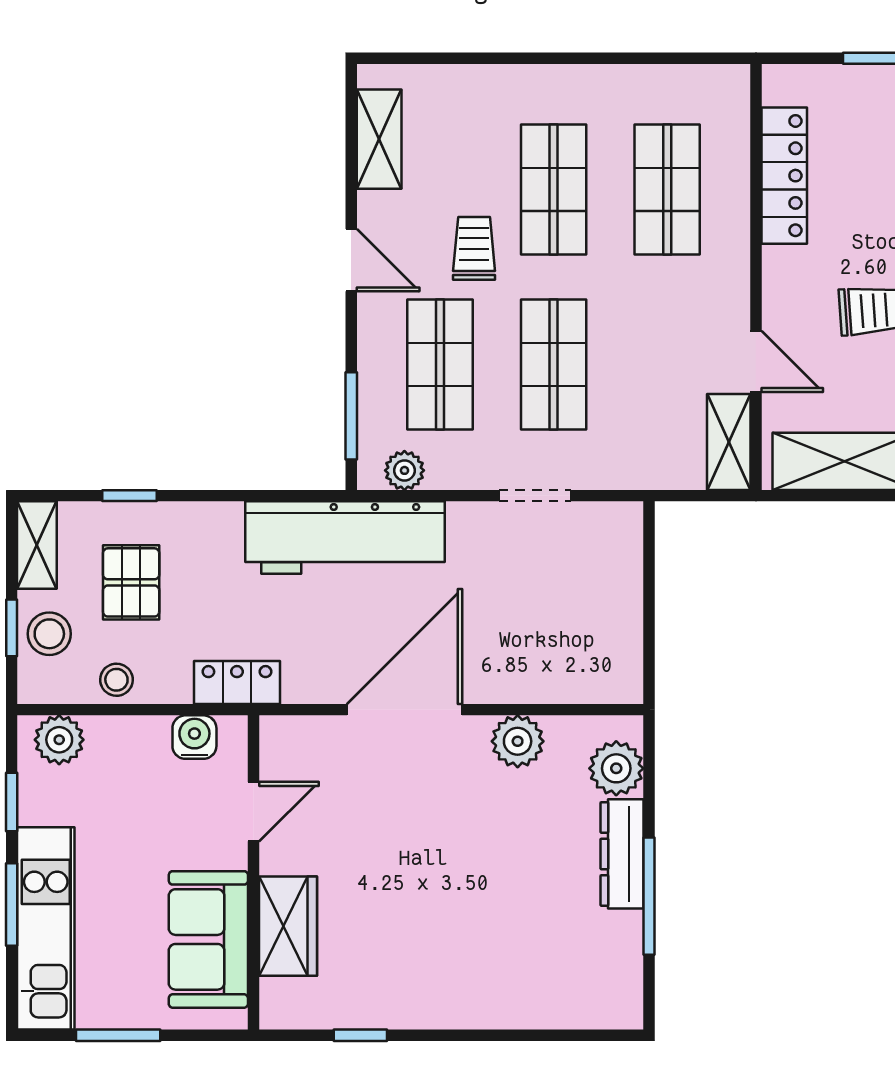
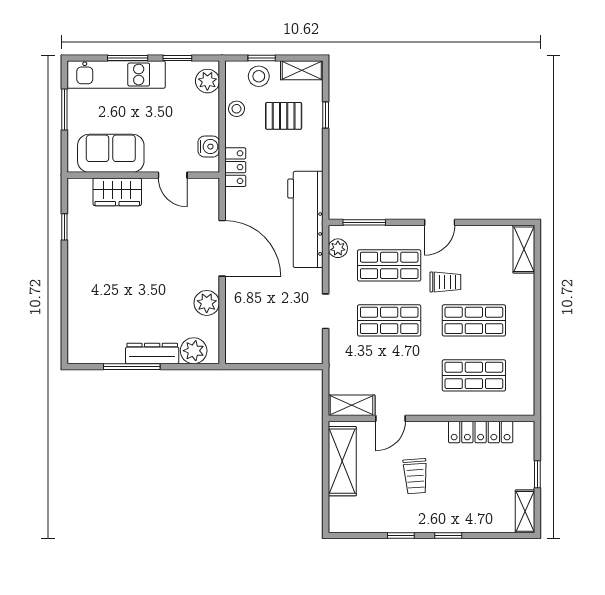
shelving: (379, 139) -> (524, 249), moved, turned 90

